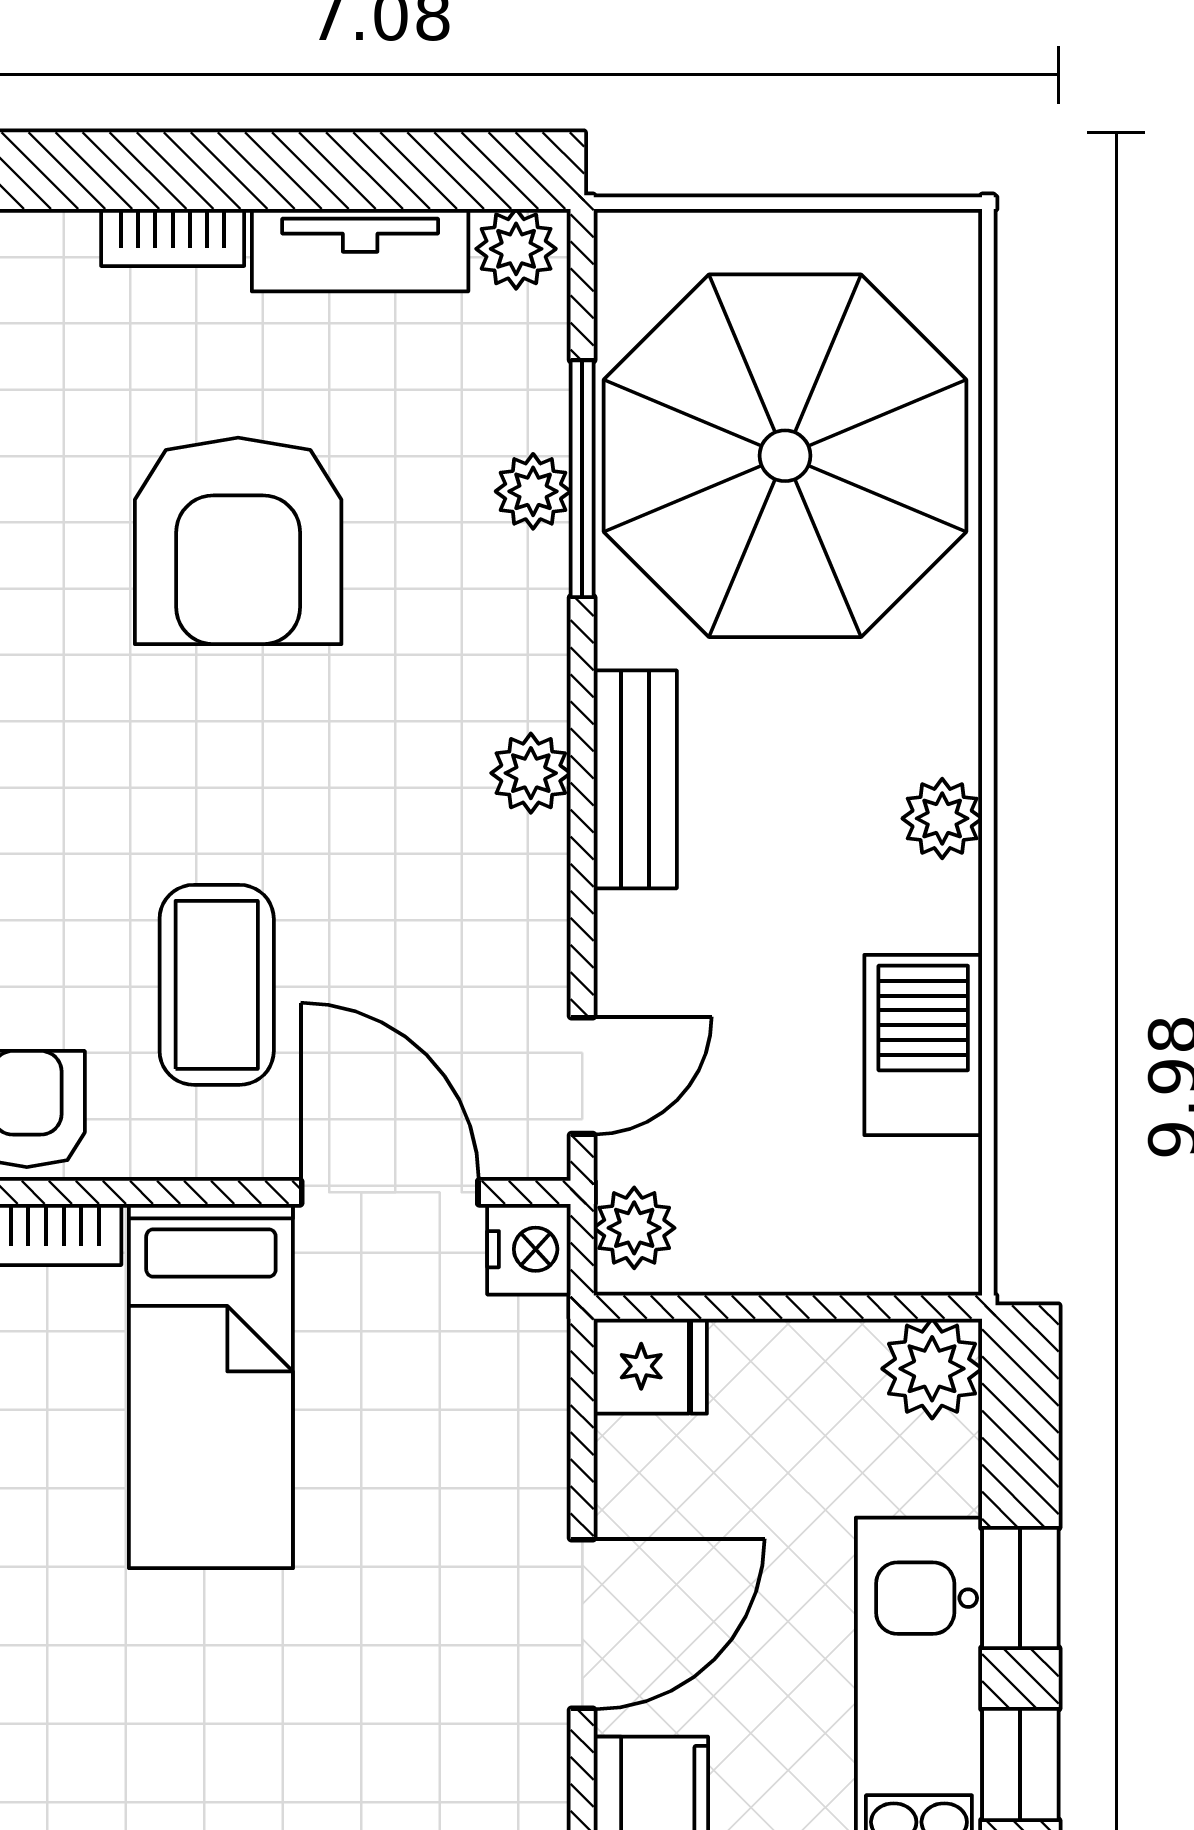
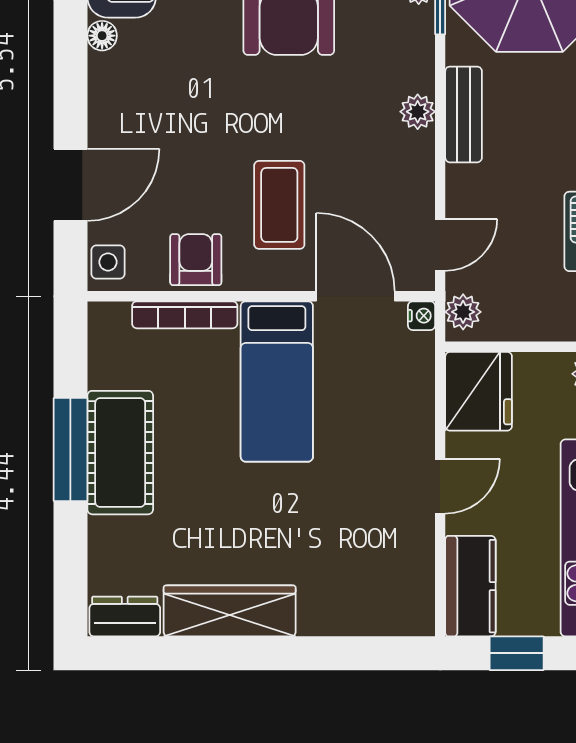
nightstand: (529, 1249) -> (422, 316), width x0.72, depth x0.74
fridge: (650, 1366) -> (479, 391), width x1.88, depth x1.34
door: (582, 1624) -> (440, 486), width x0.73

